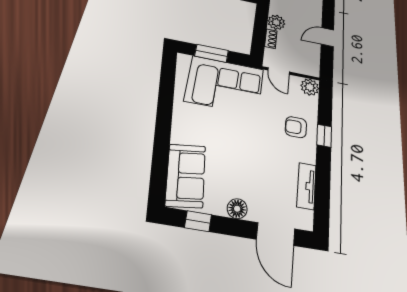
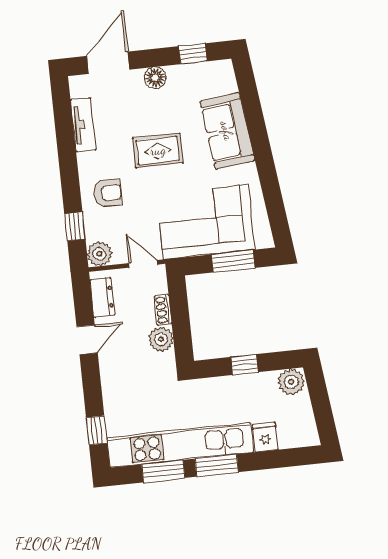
dresser: (313, 59) -> (102, 298), added
window: (324, 136) -> (75, 226), moved
rug: (249, 148) -> (158, 150), added
sofa: (186, 175) -> (227, 131), moved
door: (276, 234) -> (108, 63), hinge flipped

